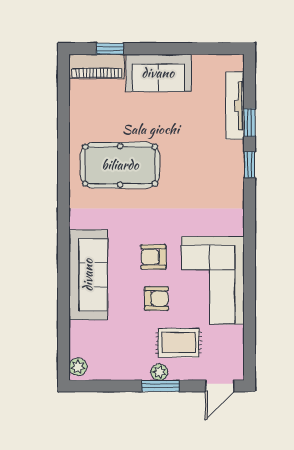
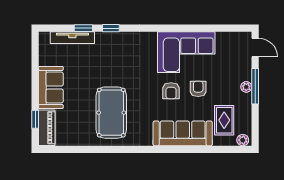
rug: (179, 343) -> (224, 120), moved
window: (160, 386) -> (255, 86), width x1.44

